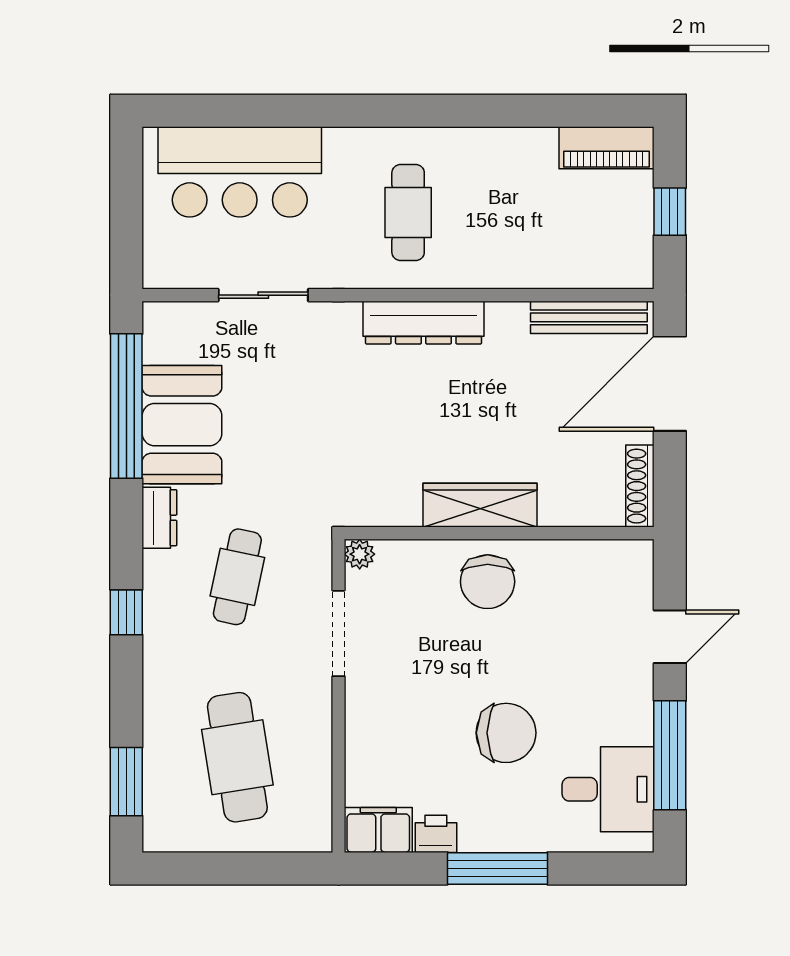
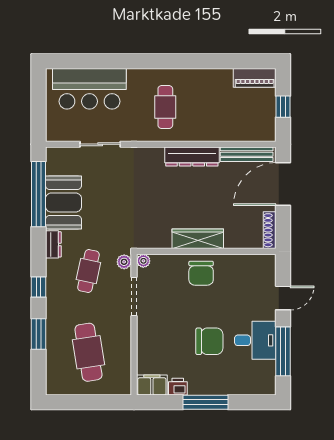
dresser: (423, 323) -> (192, 157), moved
plant: (316, 556) -> (124, 262), added
window: (126, 782) -> (38, 334), moved
desk: (608, 789) -> (255, 340), moved

